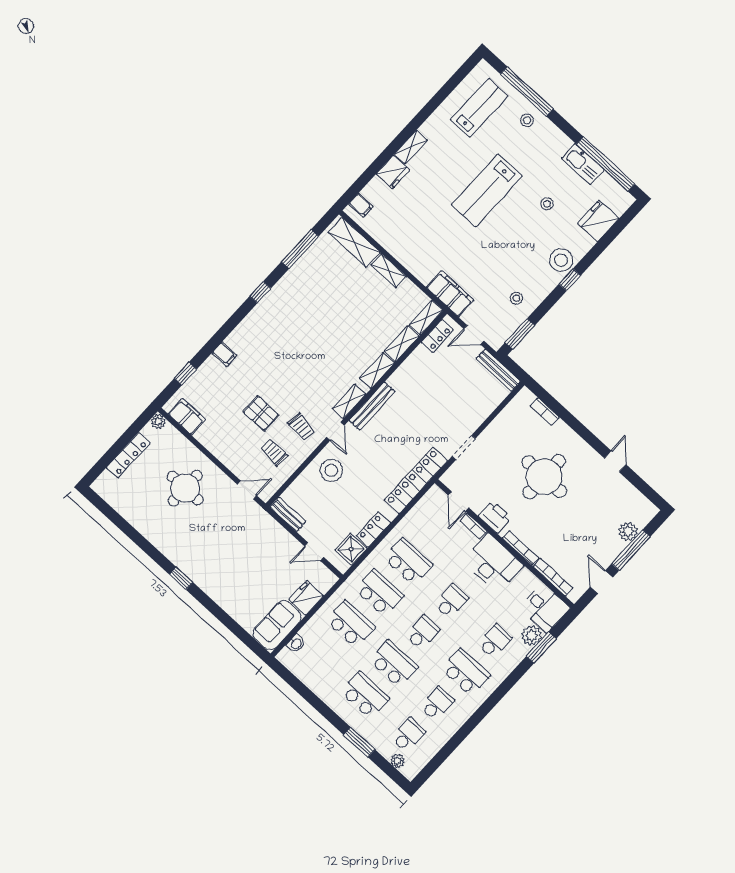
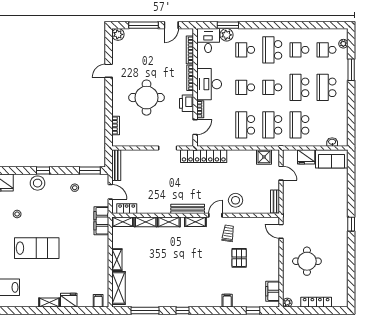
trolley: (274, 452) -> (252, 235), removed
locker: (373, 529) -> (245, 155), removed
plant: (628, 532) -> (118, 34), moved

